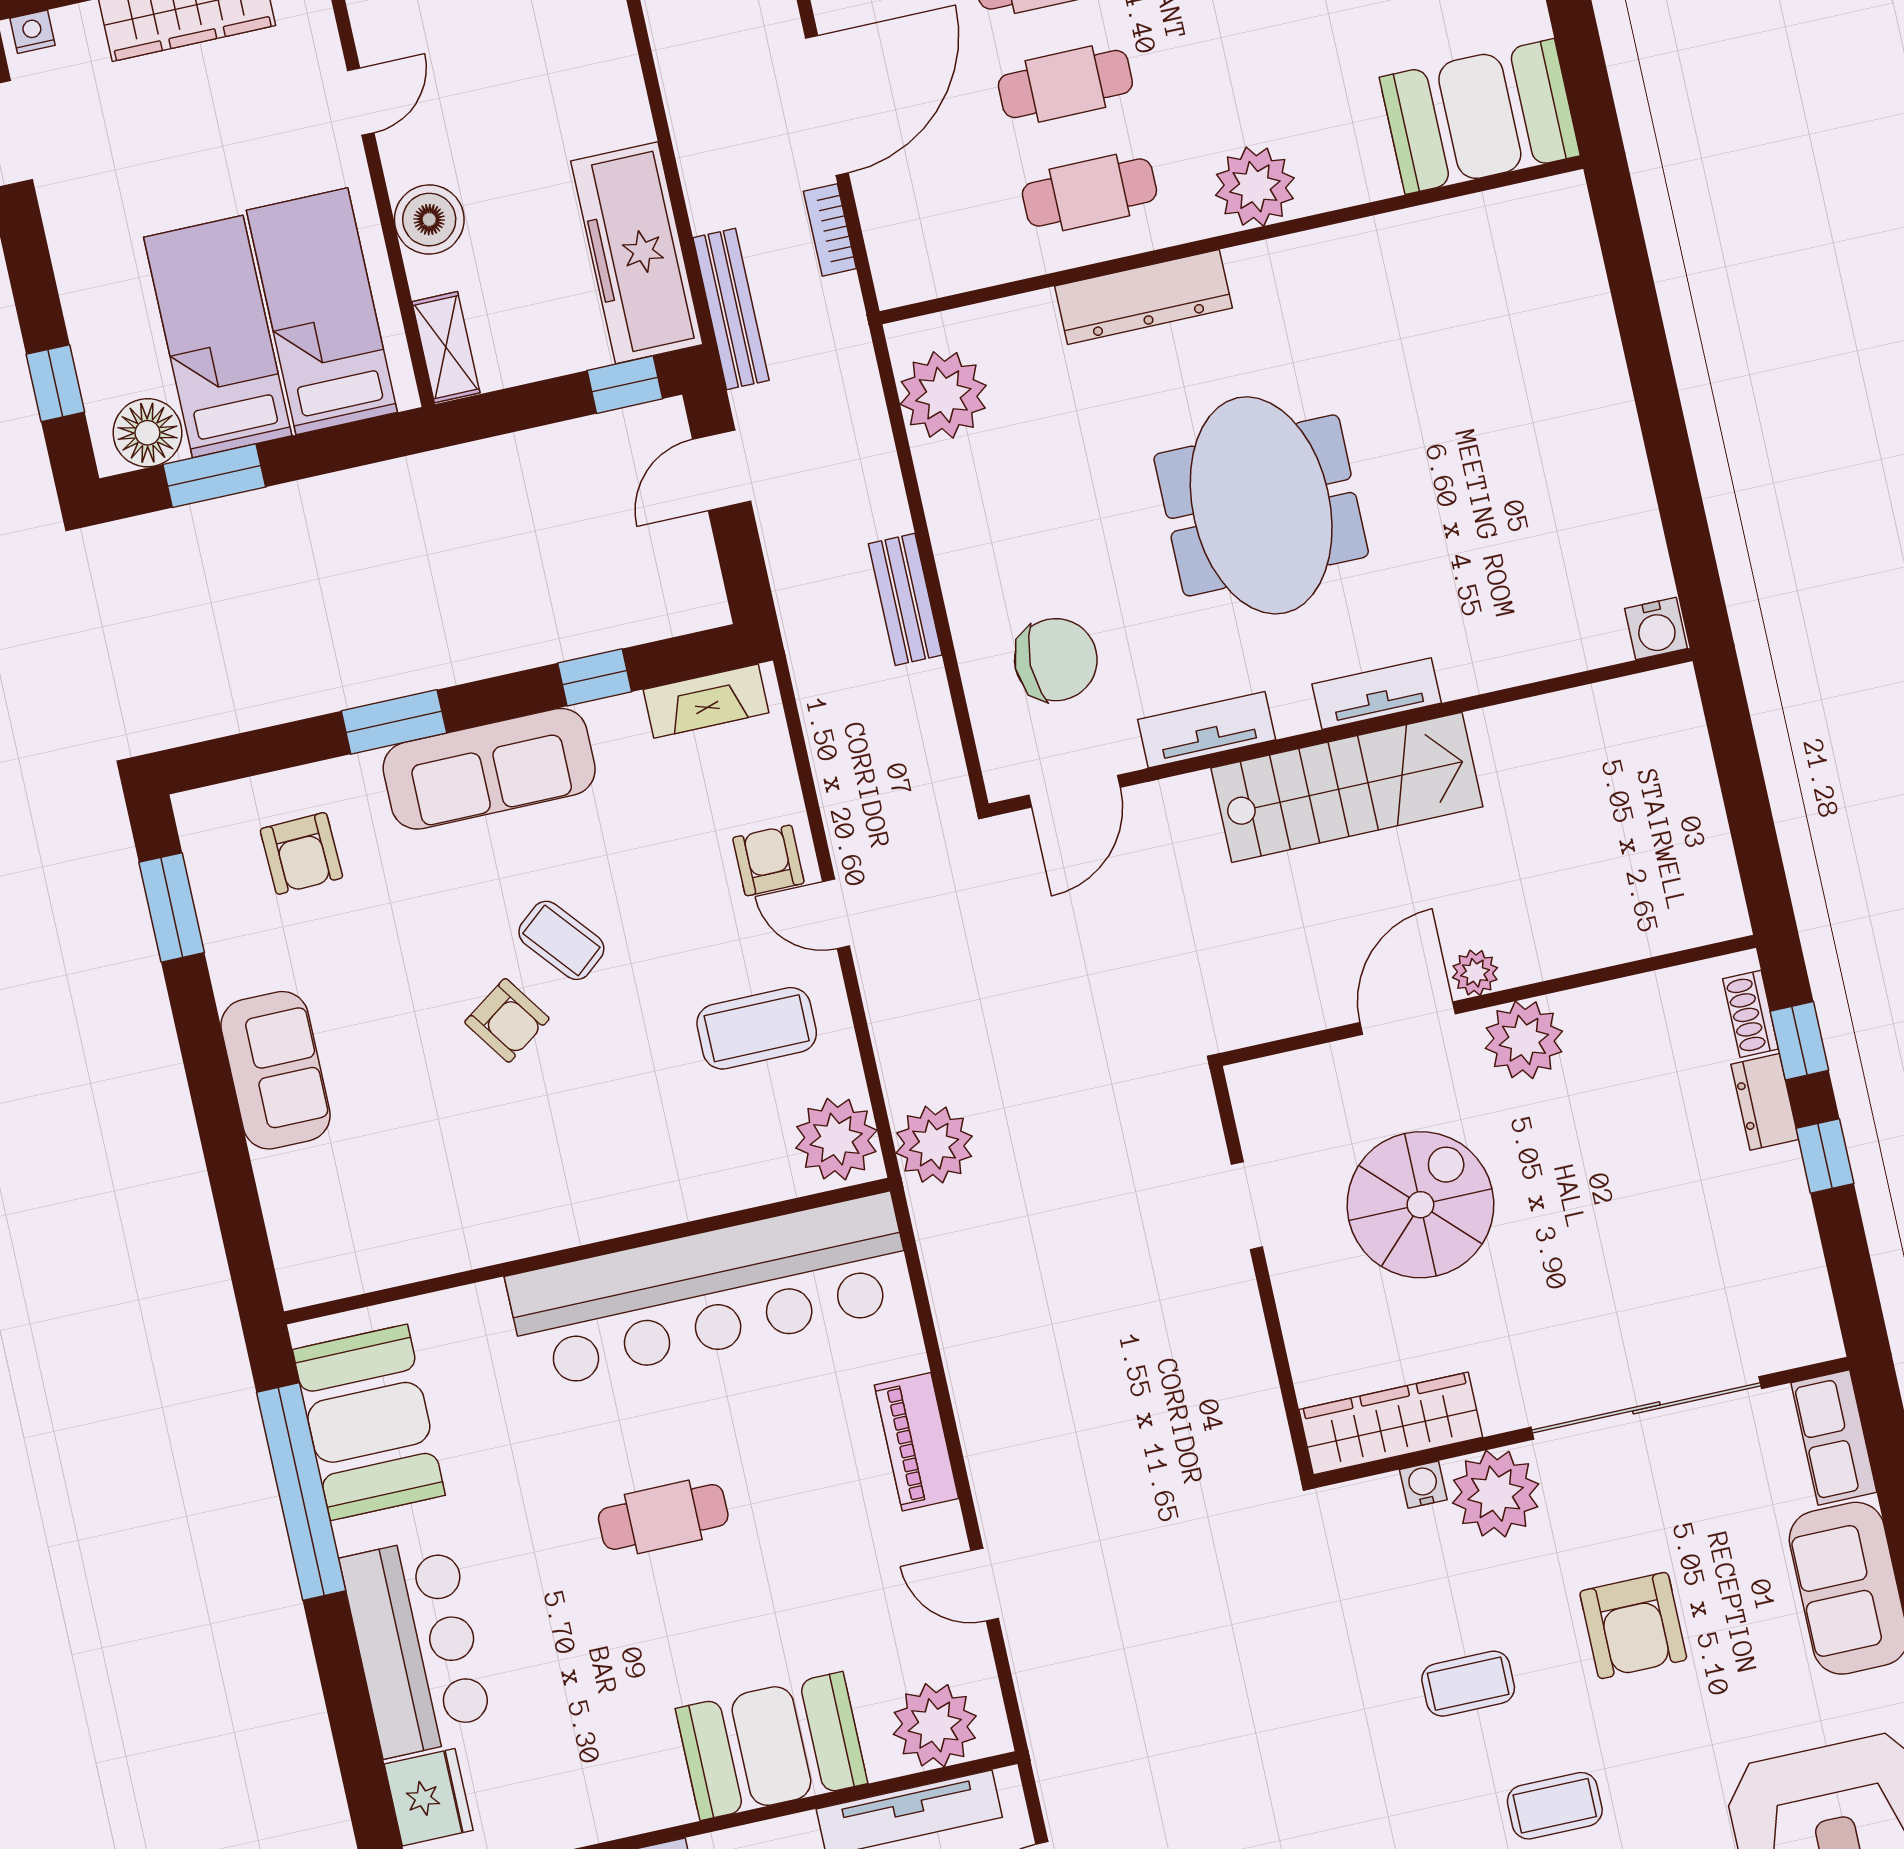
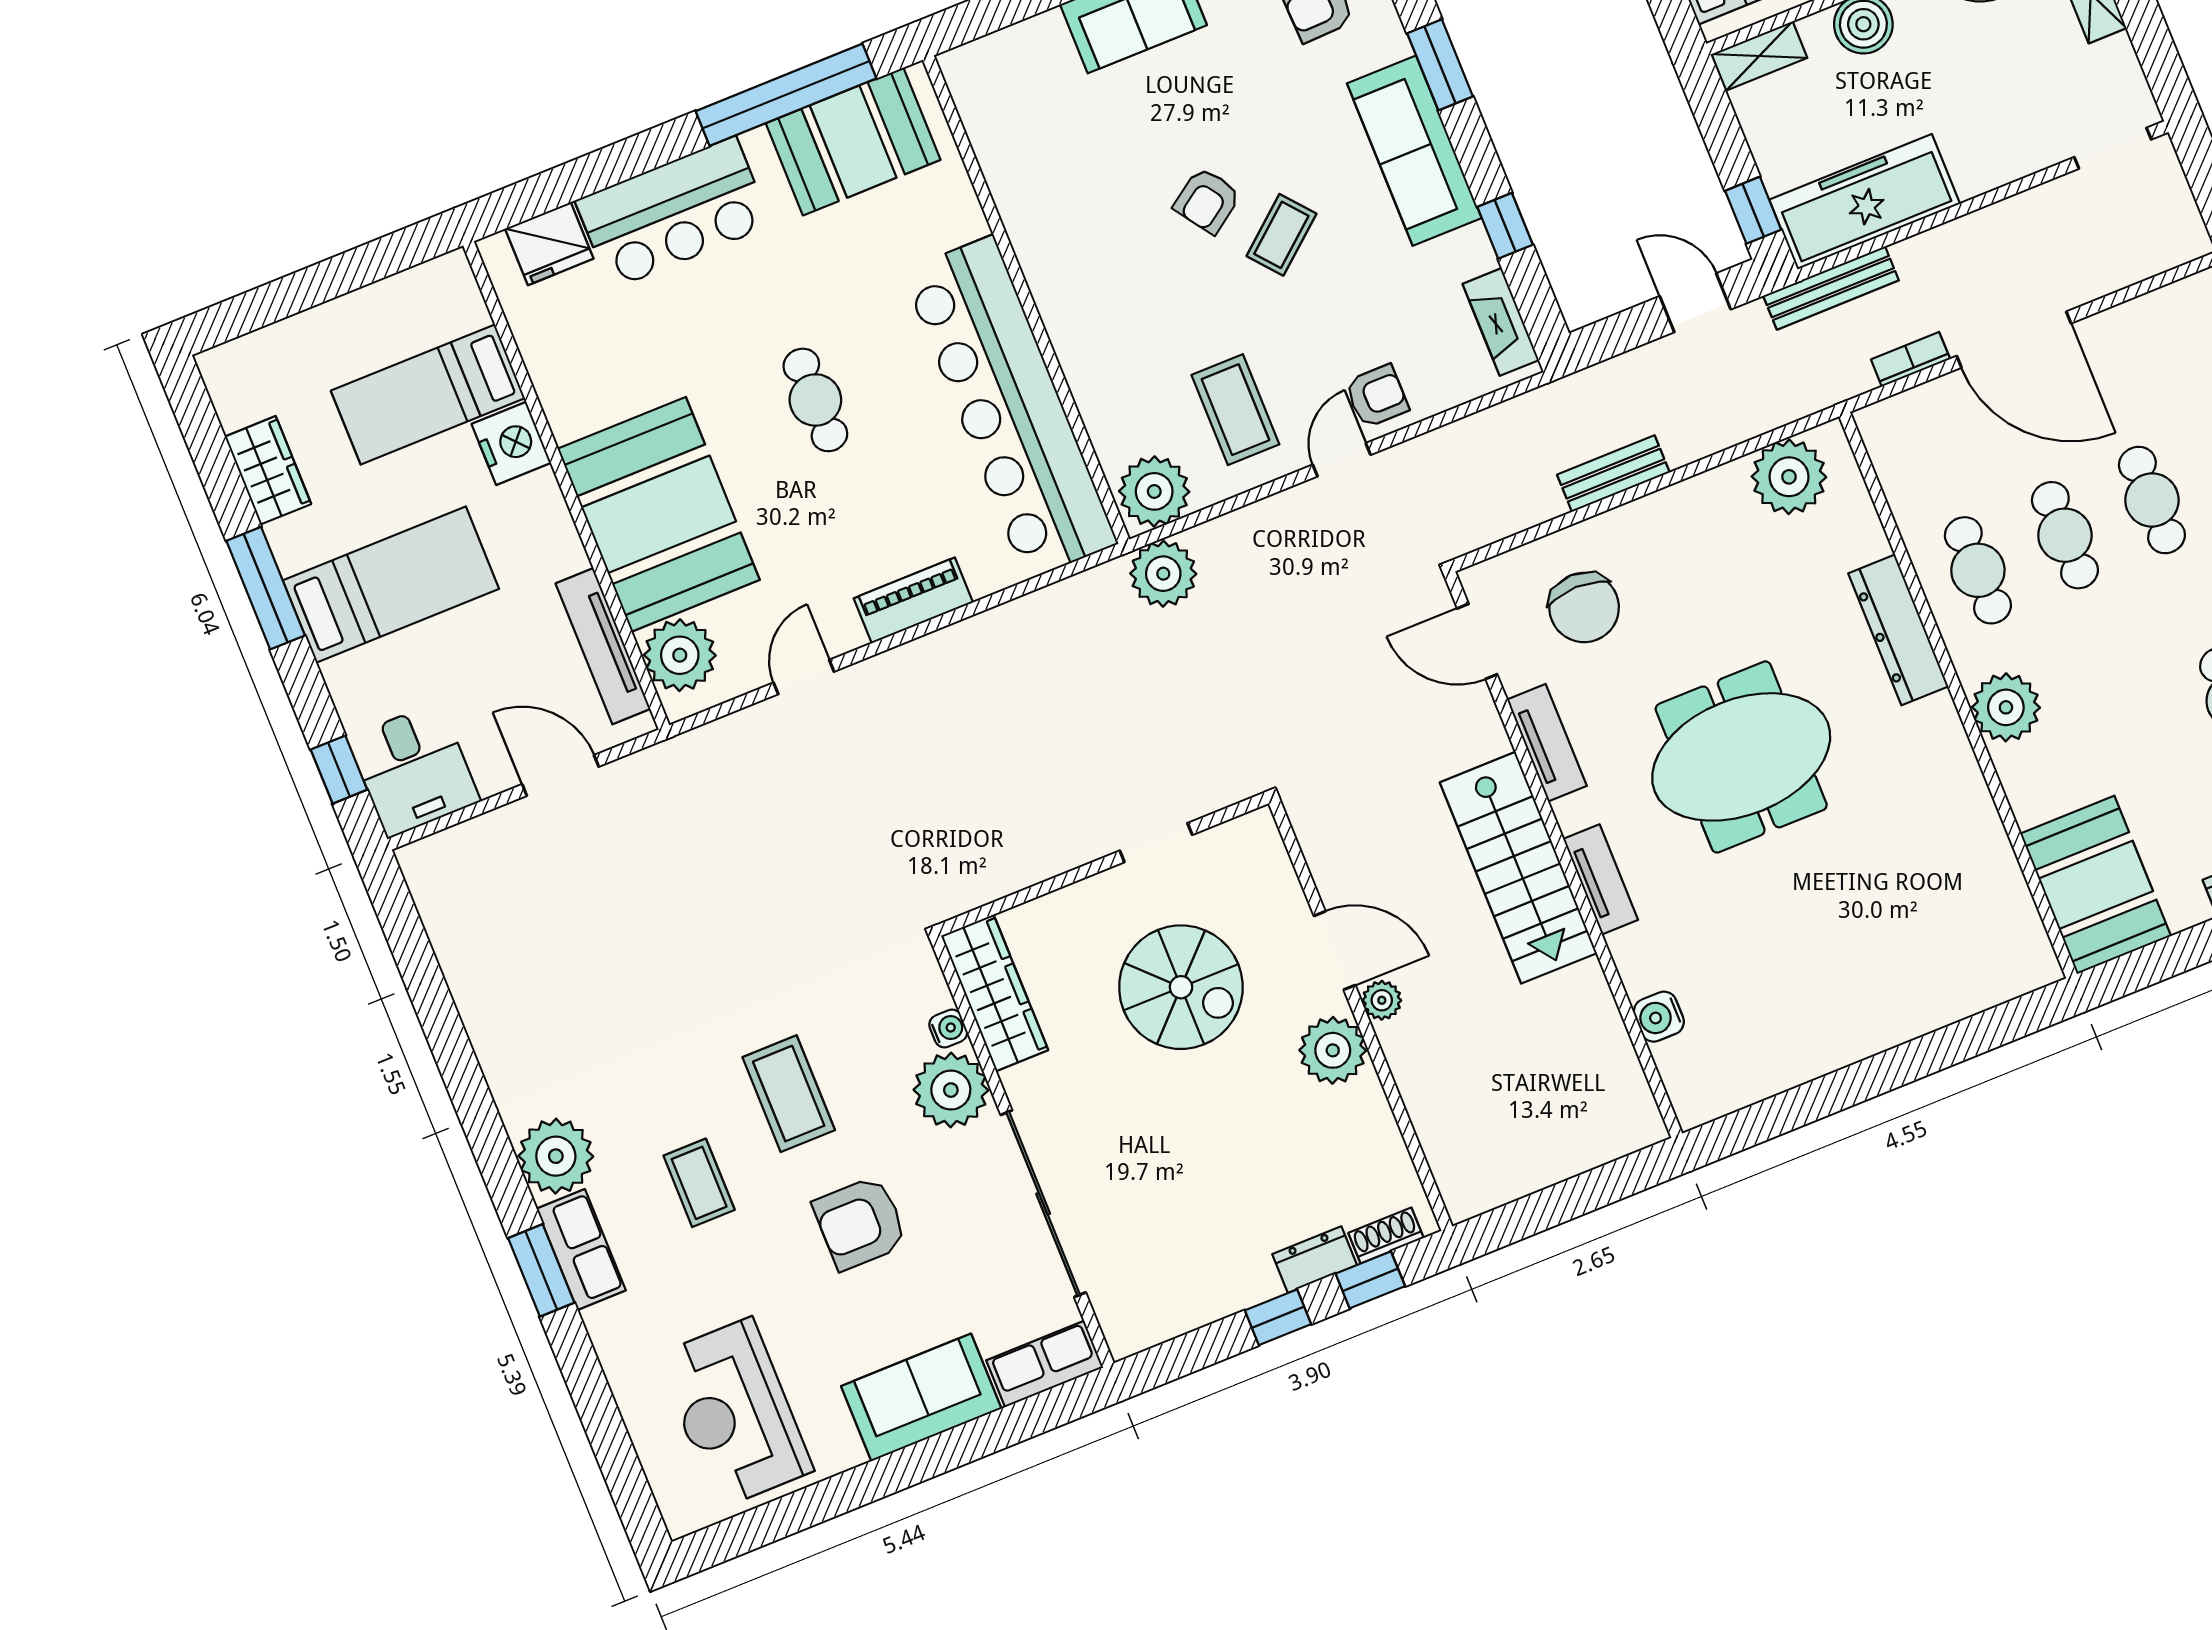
water cooler: (1656, 628) -> (1659, 1017), moved
coffee table: (1468, 1684) -> (789, 1094), width x1.36, depth x1.30
booth: (771, 1746) -> (659, 514), width x1.36, depth x1.42

